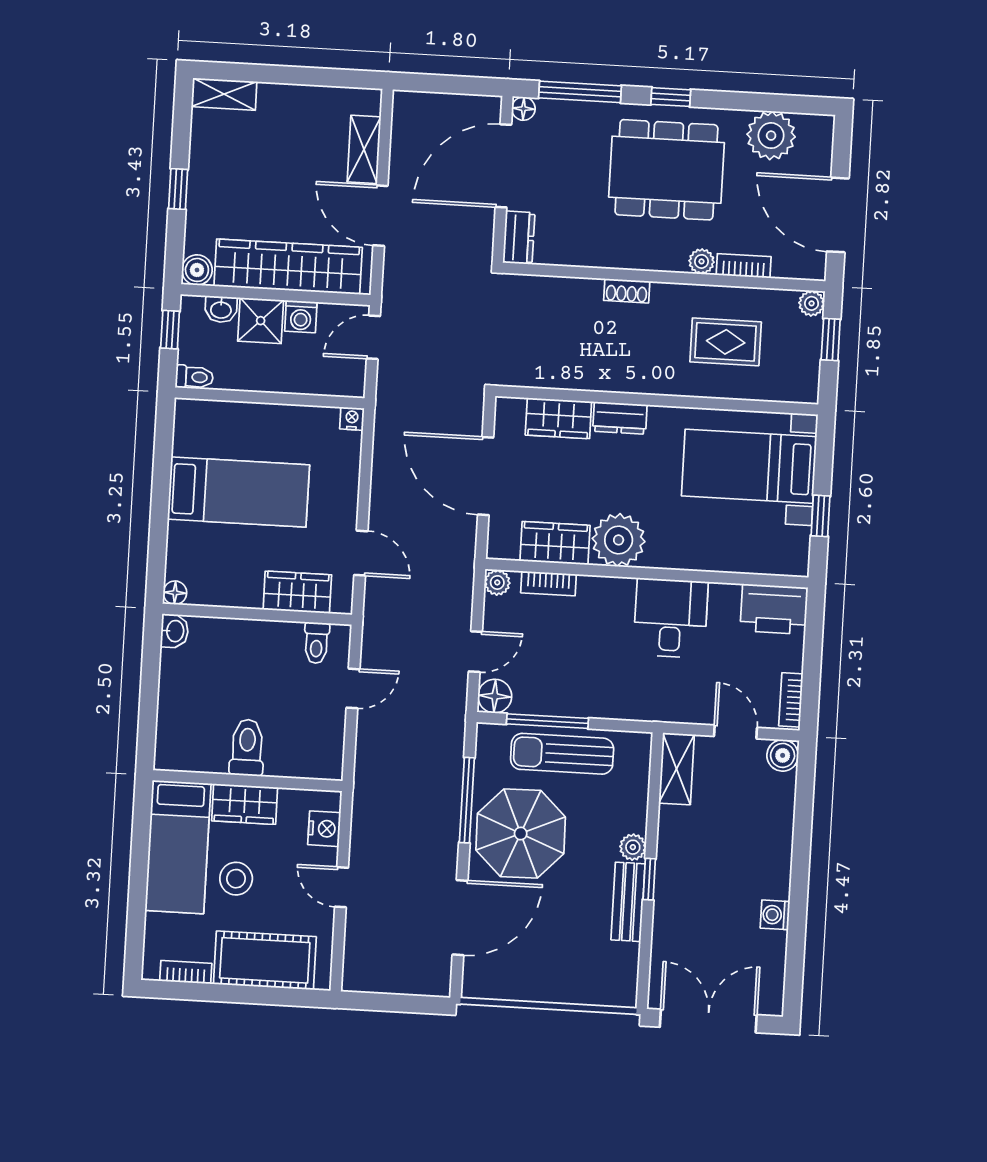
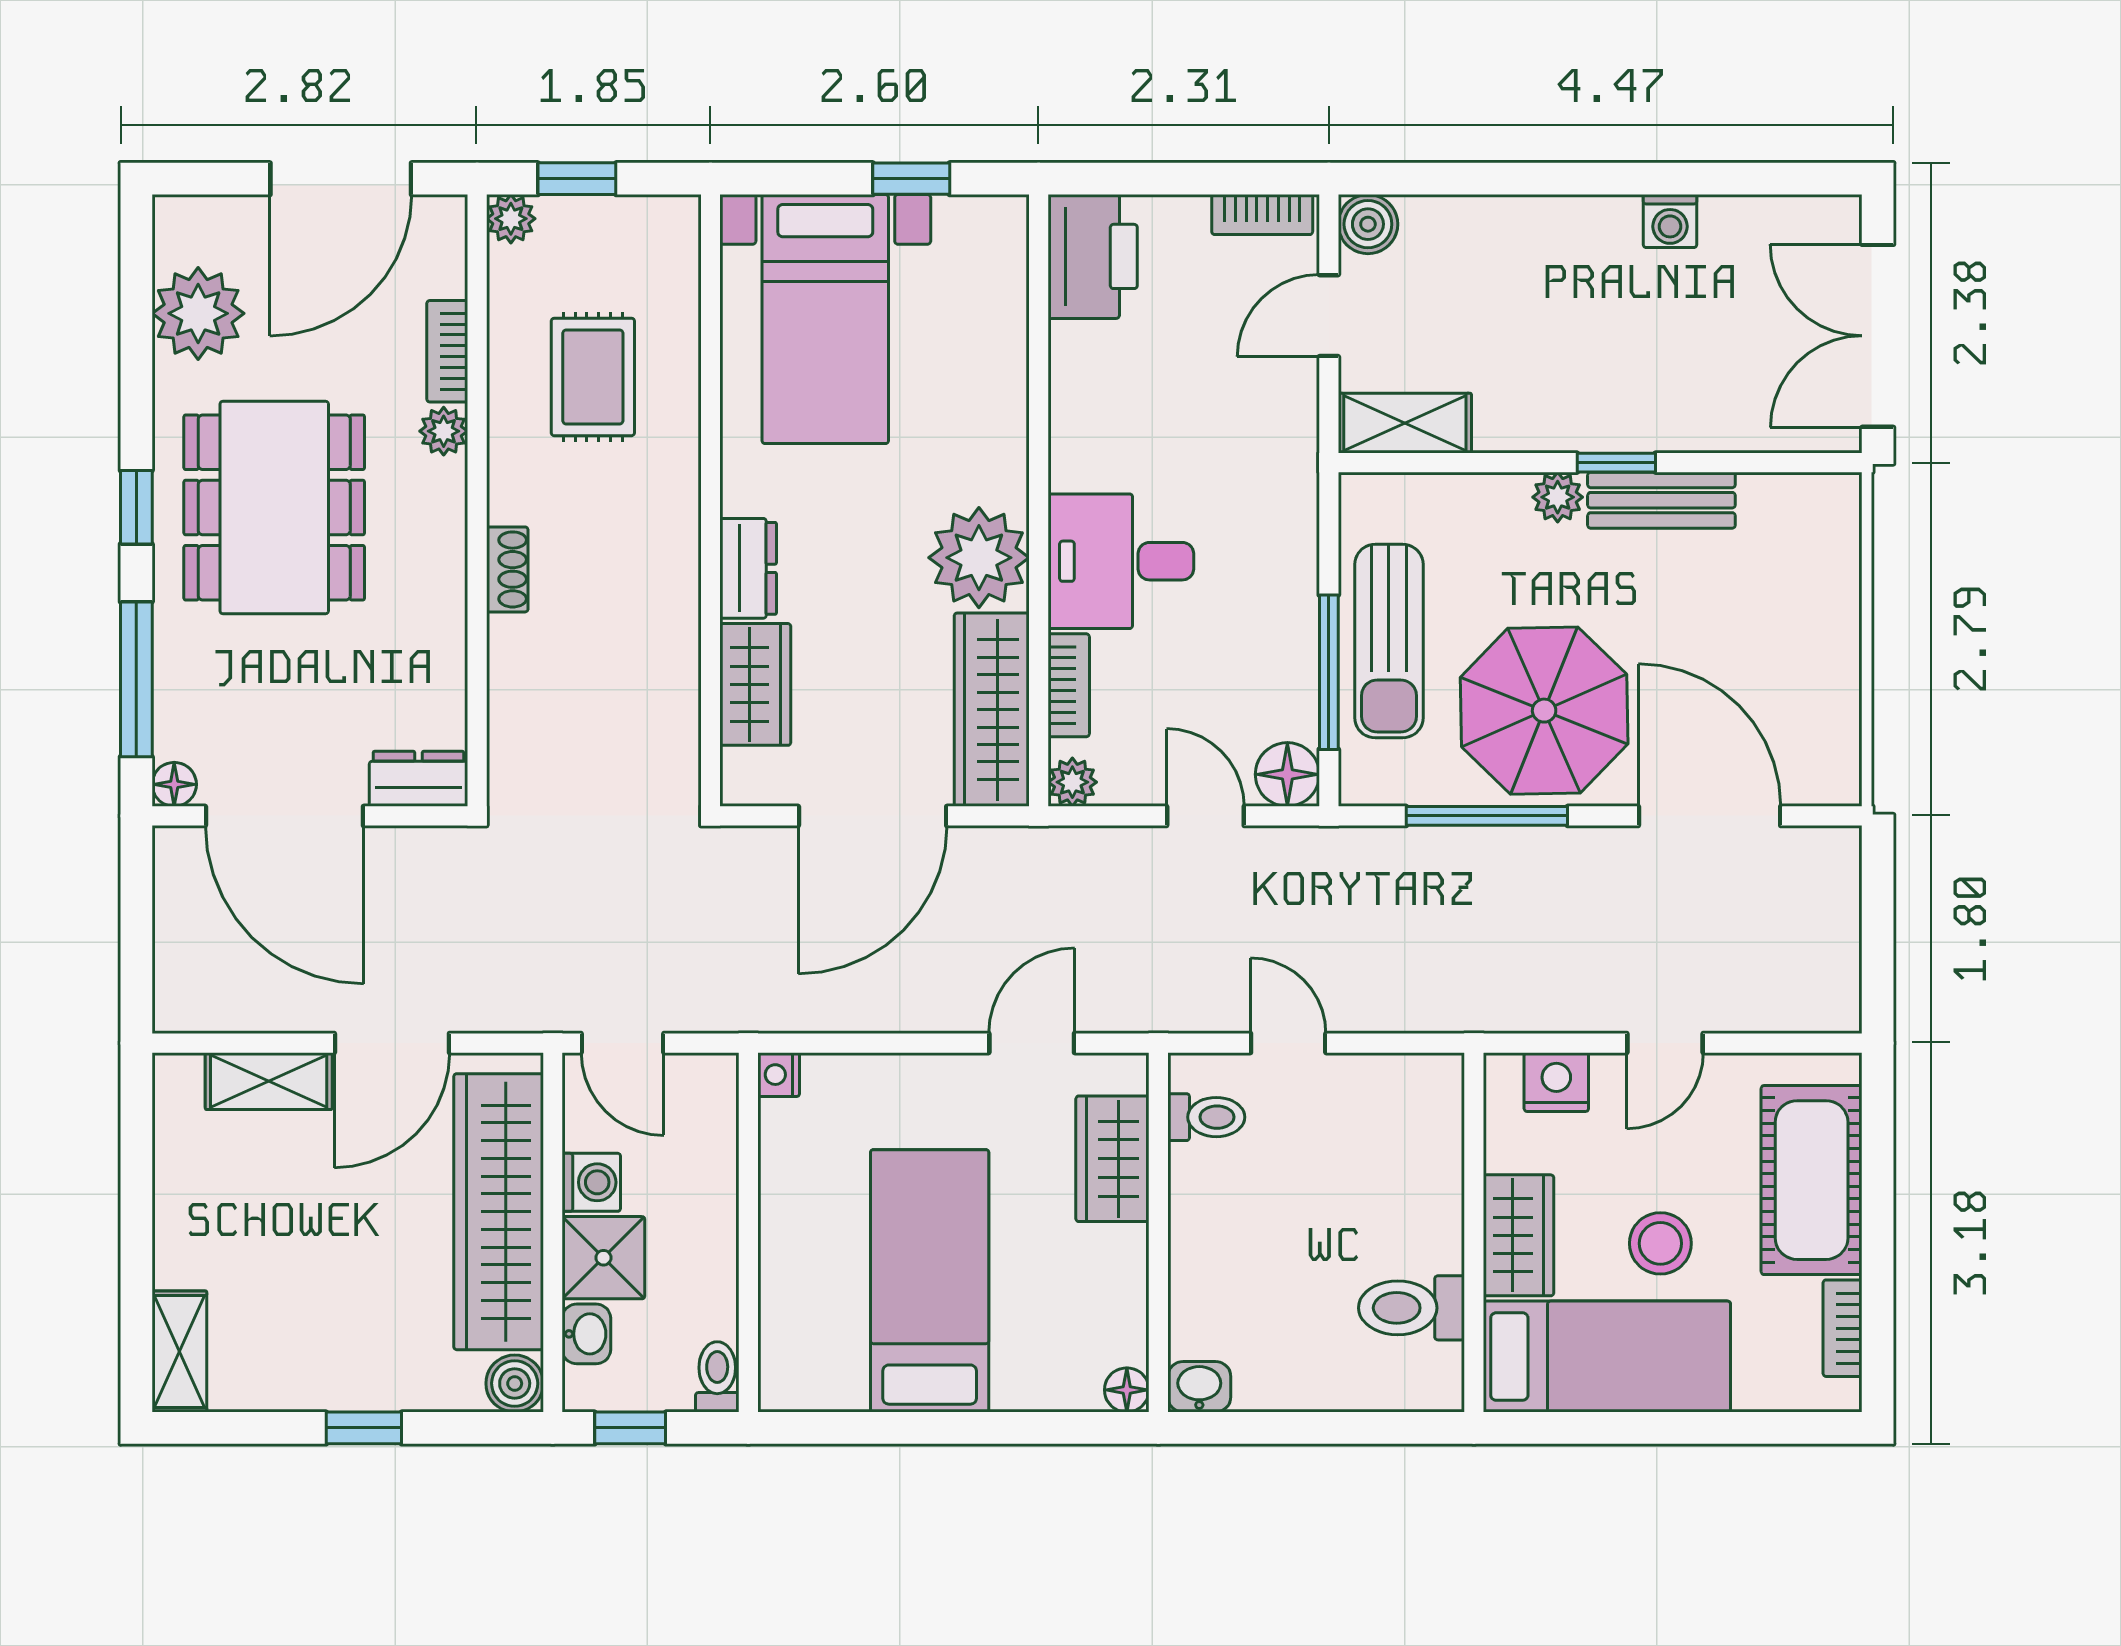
wardrobe: (555, 543) -> (992, 710), width x1.50
desk: (671, 618) -> (1121, 561), moved
toilet: (247, 748) -> (1411, 1308), moved

